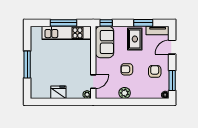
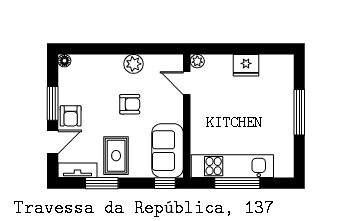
armchair: (155, 71) -> (71, 116), moved
window: (172, 81) -> (53, 103), moved
door: (93, 82) -> (187, 83), hinge flipped

